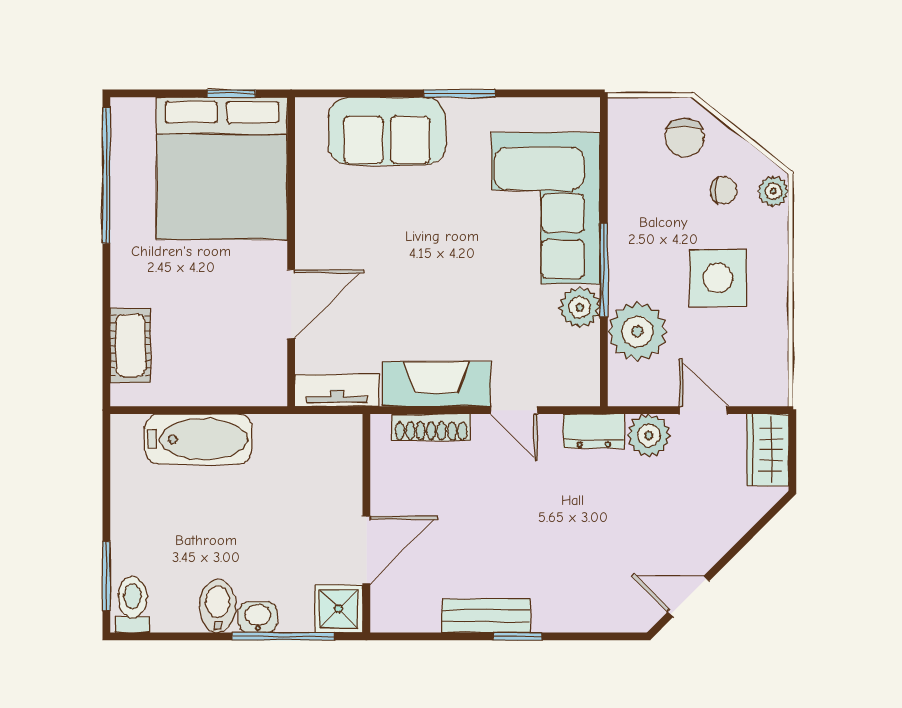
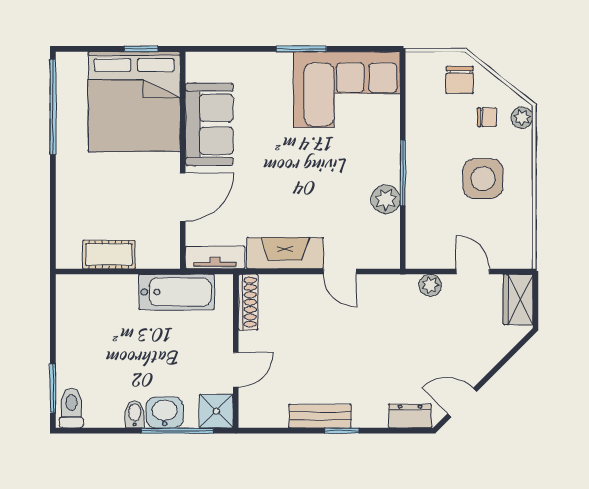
sofa: (387, 131) -> (209, 124), moved, turned -90
corner sofa: (546, 208) -> (347, 90), moved, turned -90
plant: (637, 331) -> (426, 216), removed
cot: (130, 345) -> (109, 255), moved, turned 90
shoe rack: (431, 427) -> (248, 302), moved, turned -90
dresser: (594, 431) -> (410, 416), moved, turned 180
plant: (649, 435) -> (430, 285), width x0.73, depth x0.73
bathtub: (199, 439) -> (177, 292), moved
door: (366, 550) -> (236, 370), width x0.73
bidet: (218, 606) -> (135, 414), width x0.72, depth x0.74
washbasin: (258, 617) -> (165, 412), width x1.38, depth x1.45

